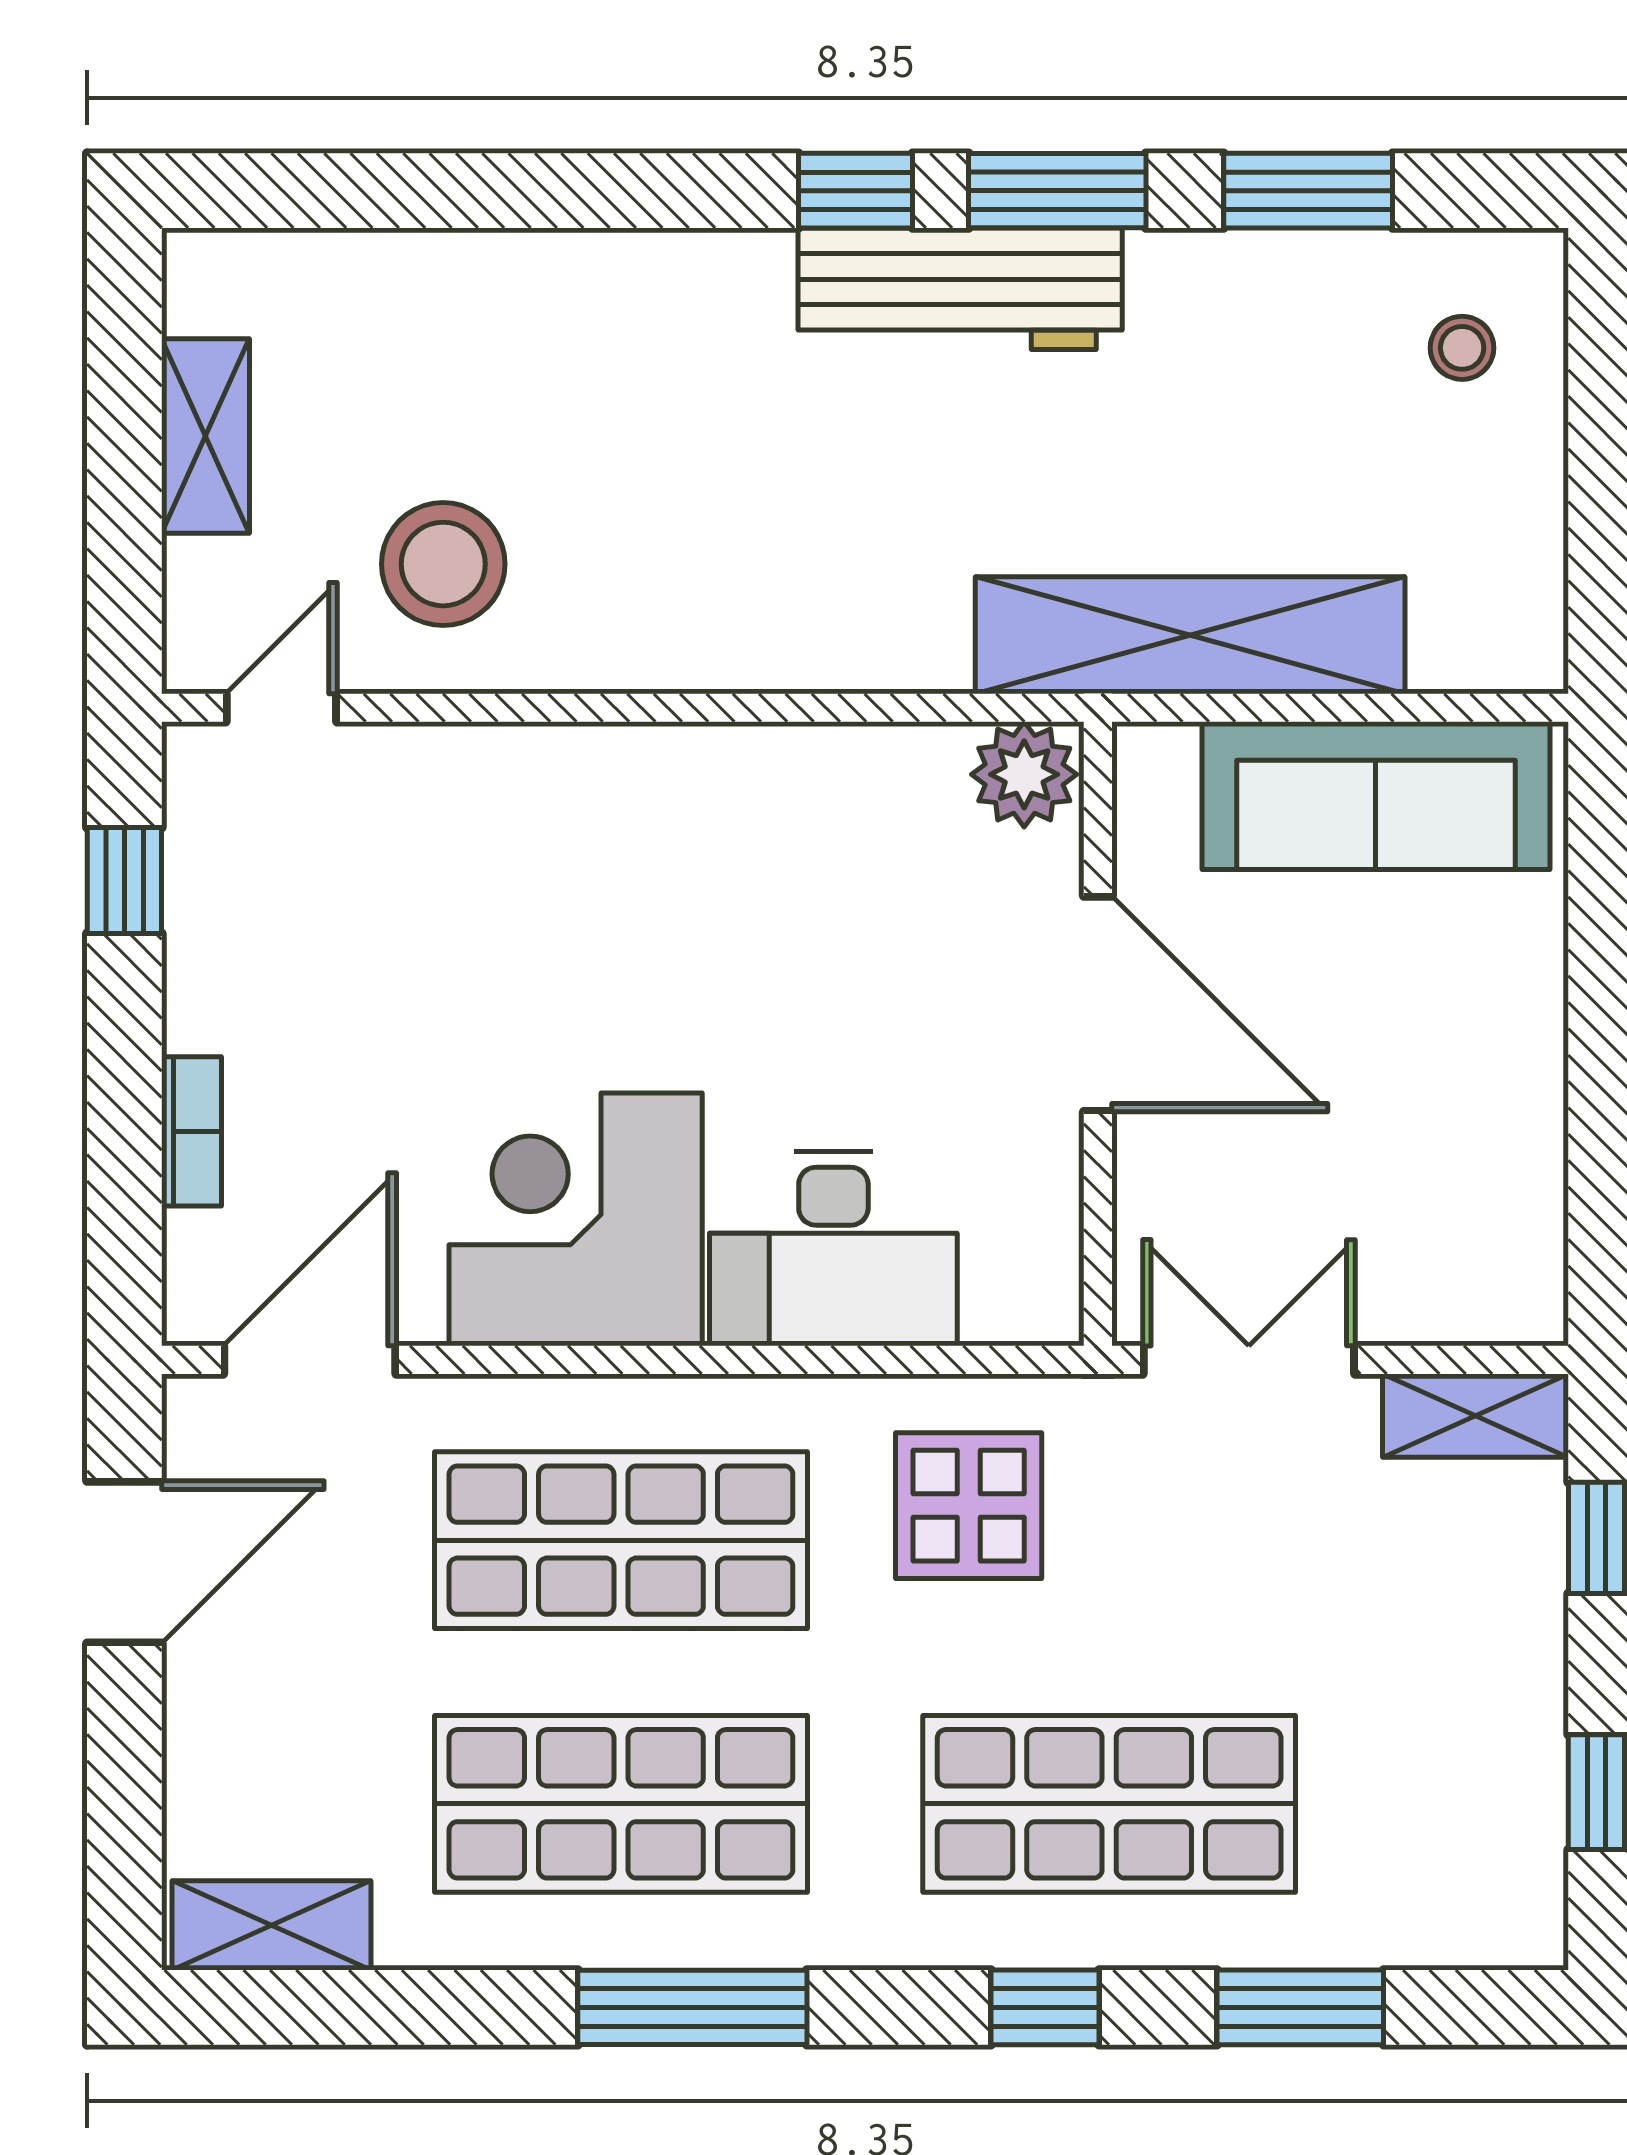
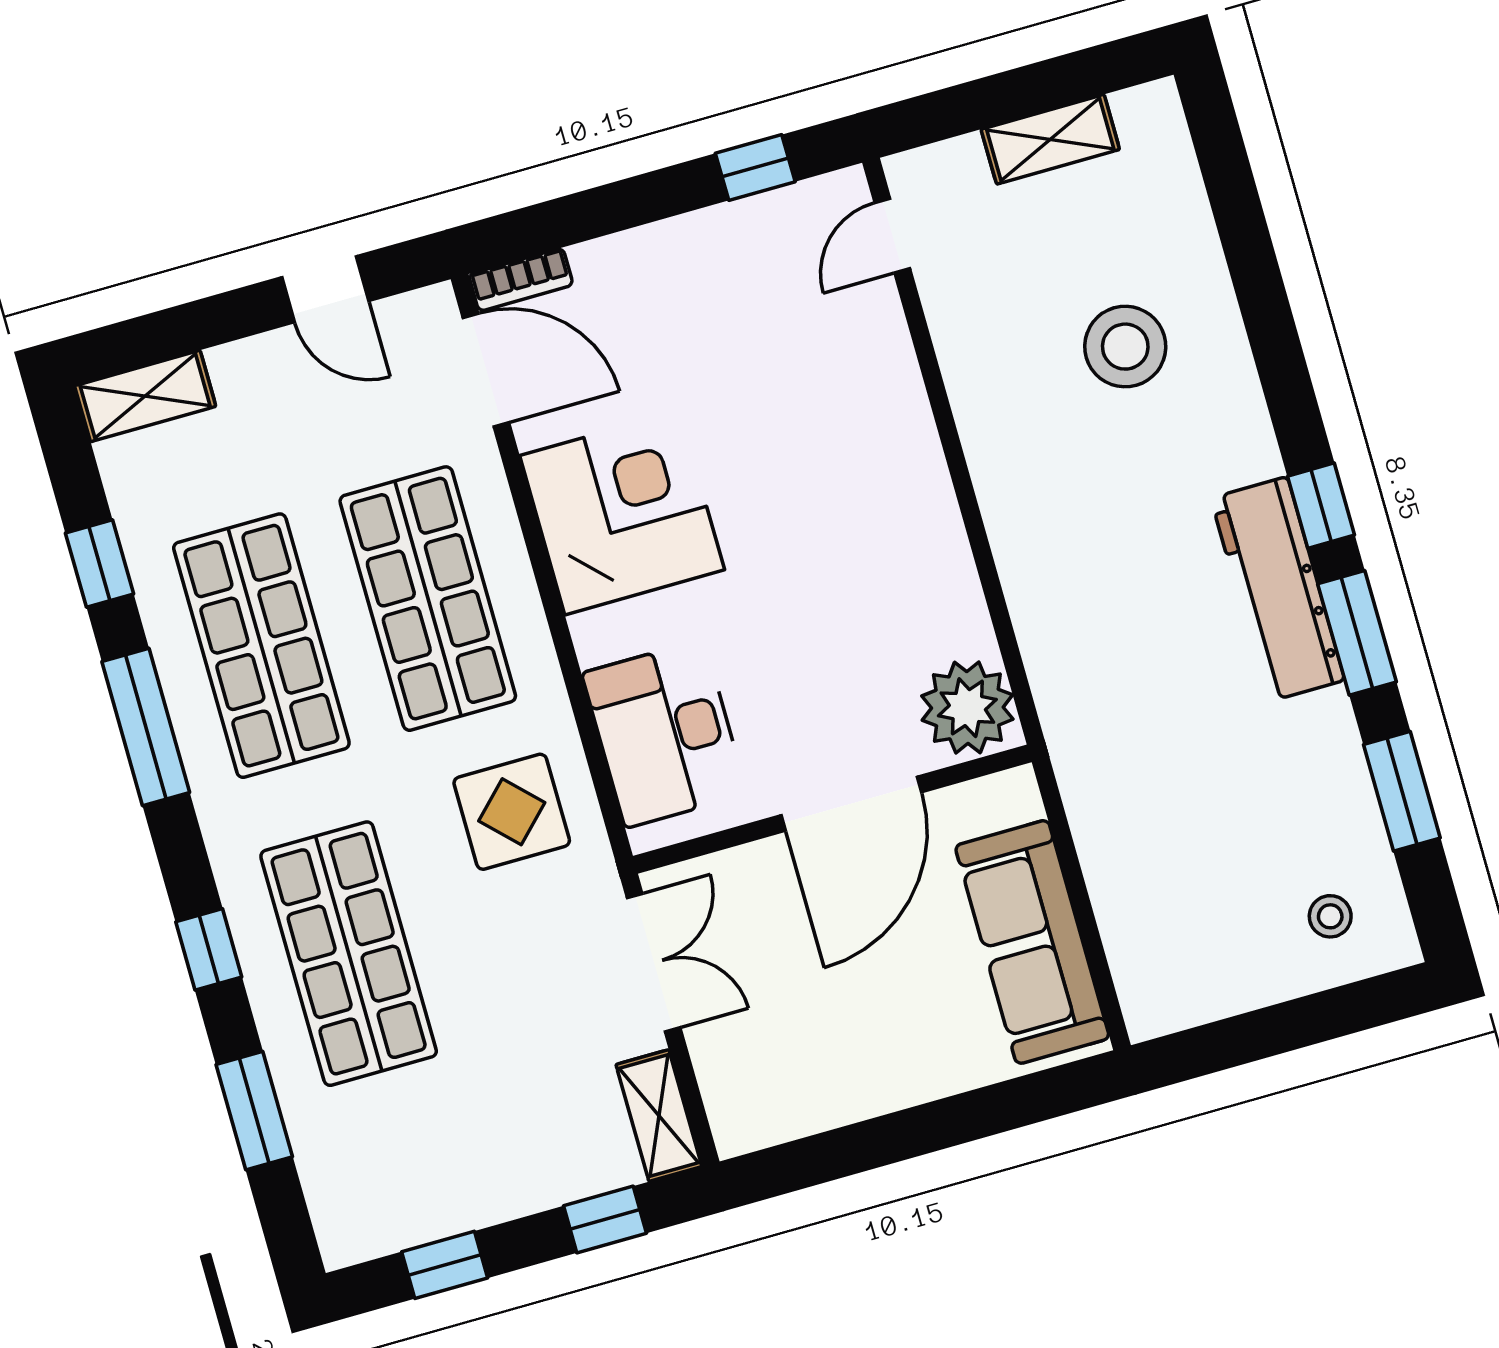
stool: (443, 564) -> (1125, 347), moved
shelving: (1190, 635) -> (1100, 796), removed
door: (281, 708) -> (892, 236), swing flipped
plant: (1024, 774) -> (967, 708), width x1.36, depth x1.36
bookcase: (192, 1131) -> (521, 280), moved
desk: (833, 1249) -> (665, 734), moved
door: (124, 1562) -> (325, 289), width x0.73
shelving: (272, 1925) -> (145, 396), moved, turned 90
window: (433, 2007) -> (99, 564), added

